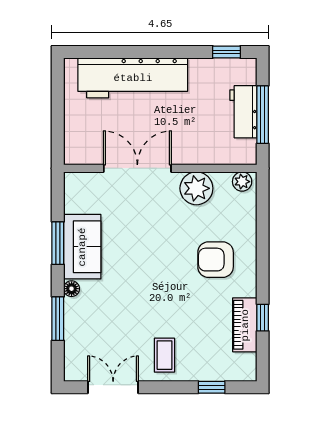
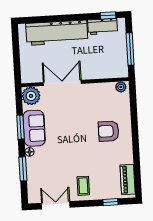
workbench: (243, 112) -> (103, 27), moved, turned -90
plant: (196, 188) -> (31, 96), moved
window: (263, 318) -> (137, 162), removed
piano: (245, 325) -> (128, 179), moved

